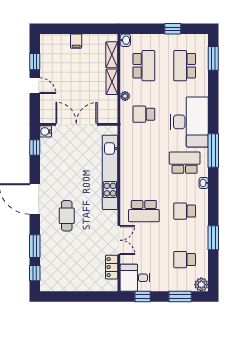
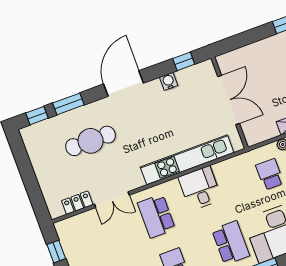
door: (35, 86) -> (256, 35), removed
water cooler: (46, 131) -> (169, 81), moved
cafe table: (67, 216) -> (91, 141), moved, width x1.37, depth x1.35
desk: (135, 278) -> (200, 188), moved

